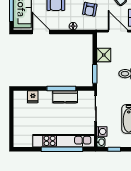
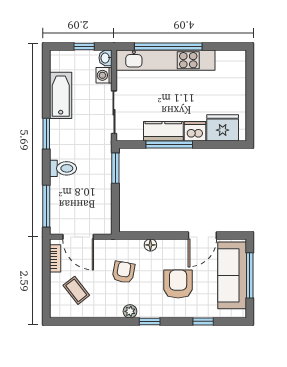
door: (41, 32) -> (202, 235), hinge flipped
shower: (104, 55) -> (101, 198), removed
fridge: (33, 97) -> (223, 128), width x1.88, depth x1.34
dishwasher: (45, 97) -> (195, 131), added

